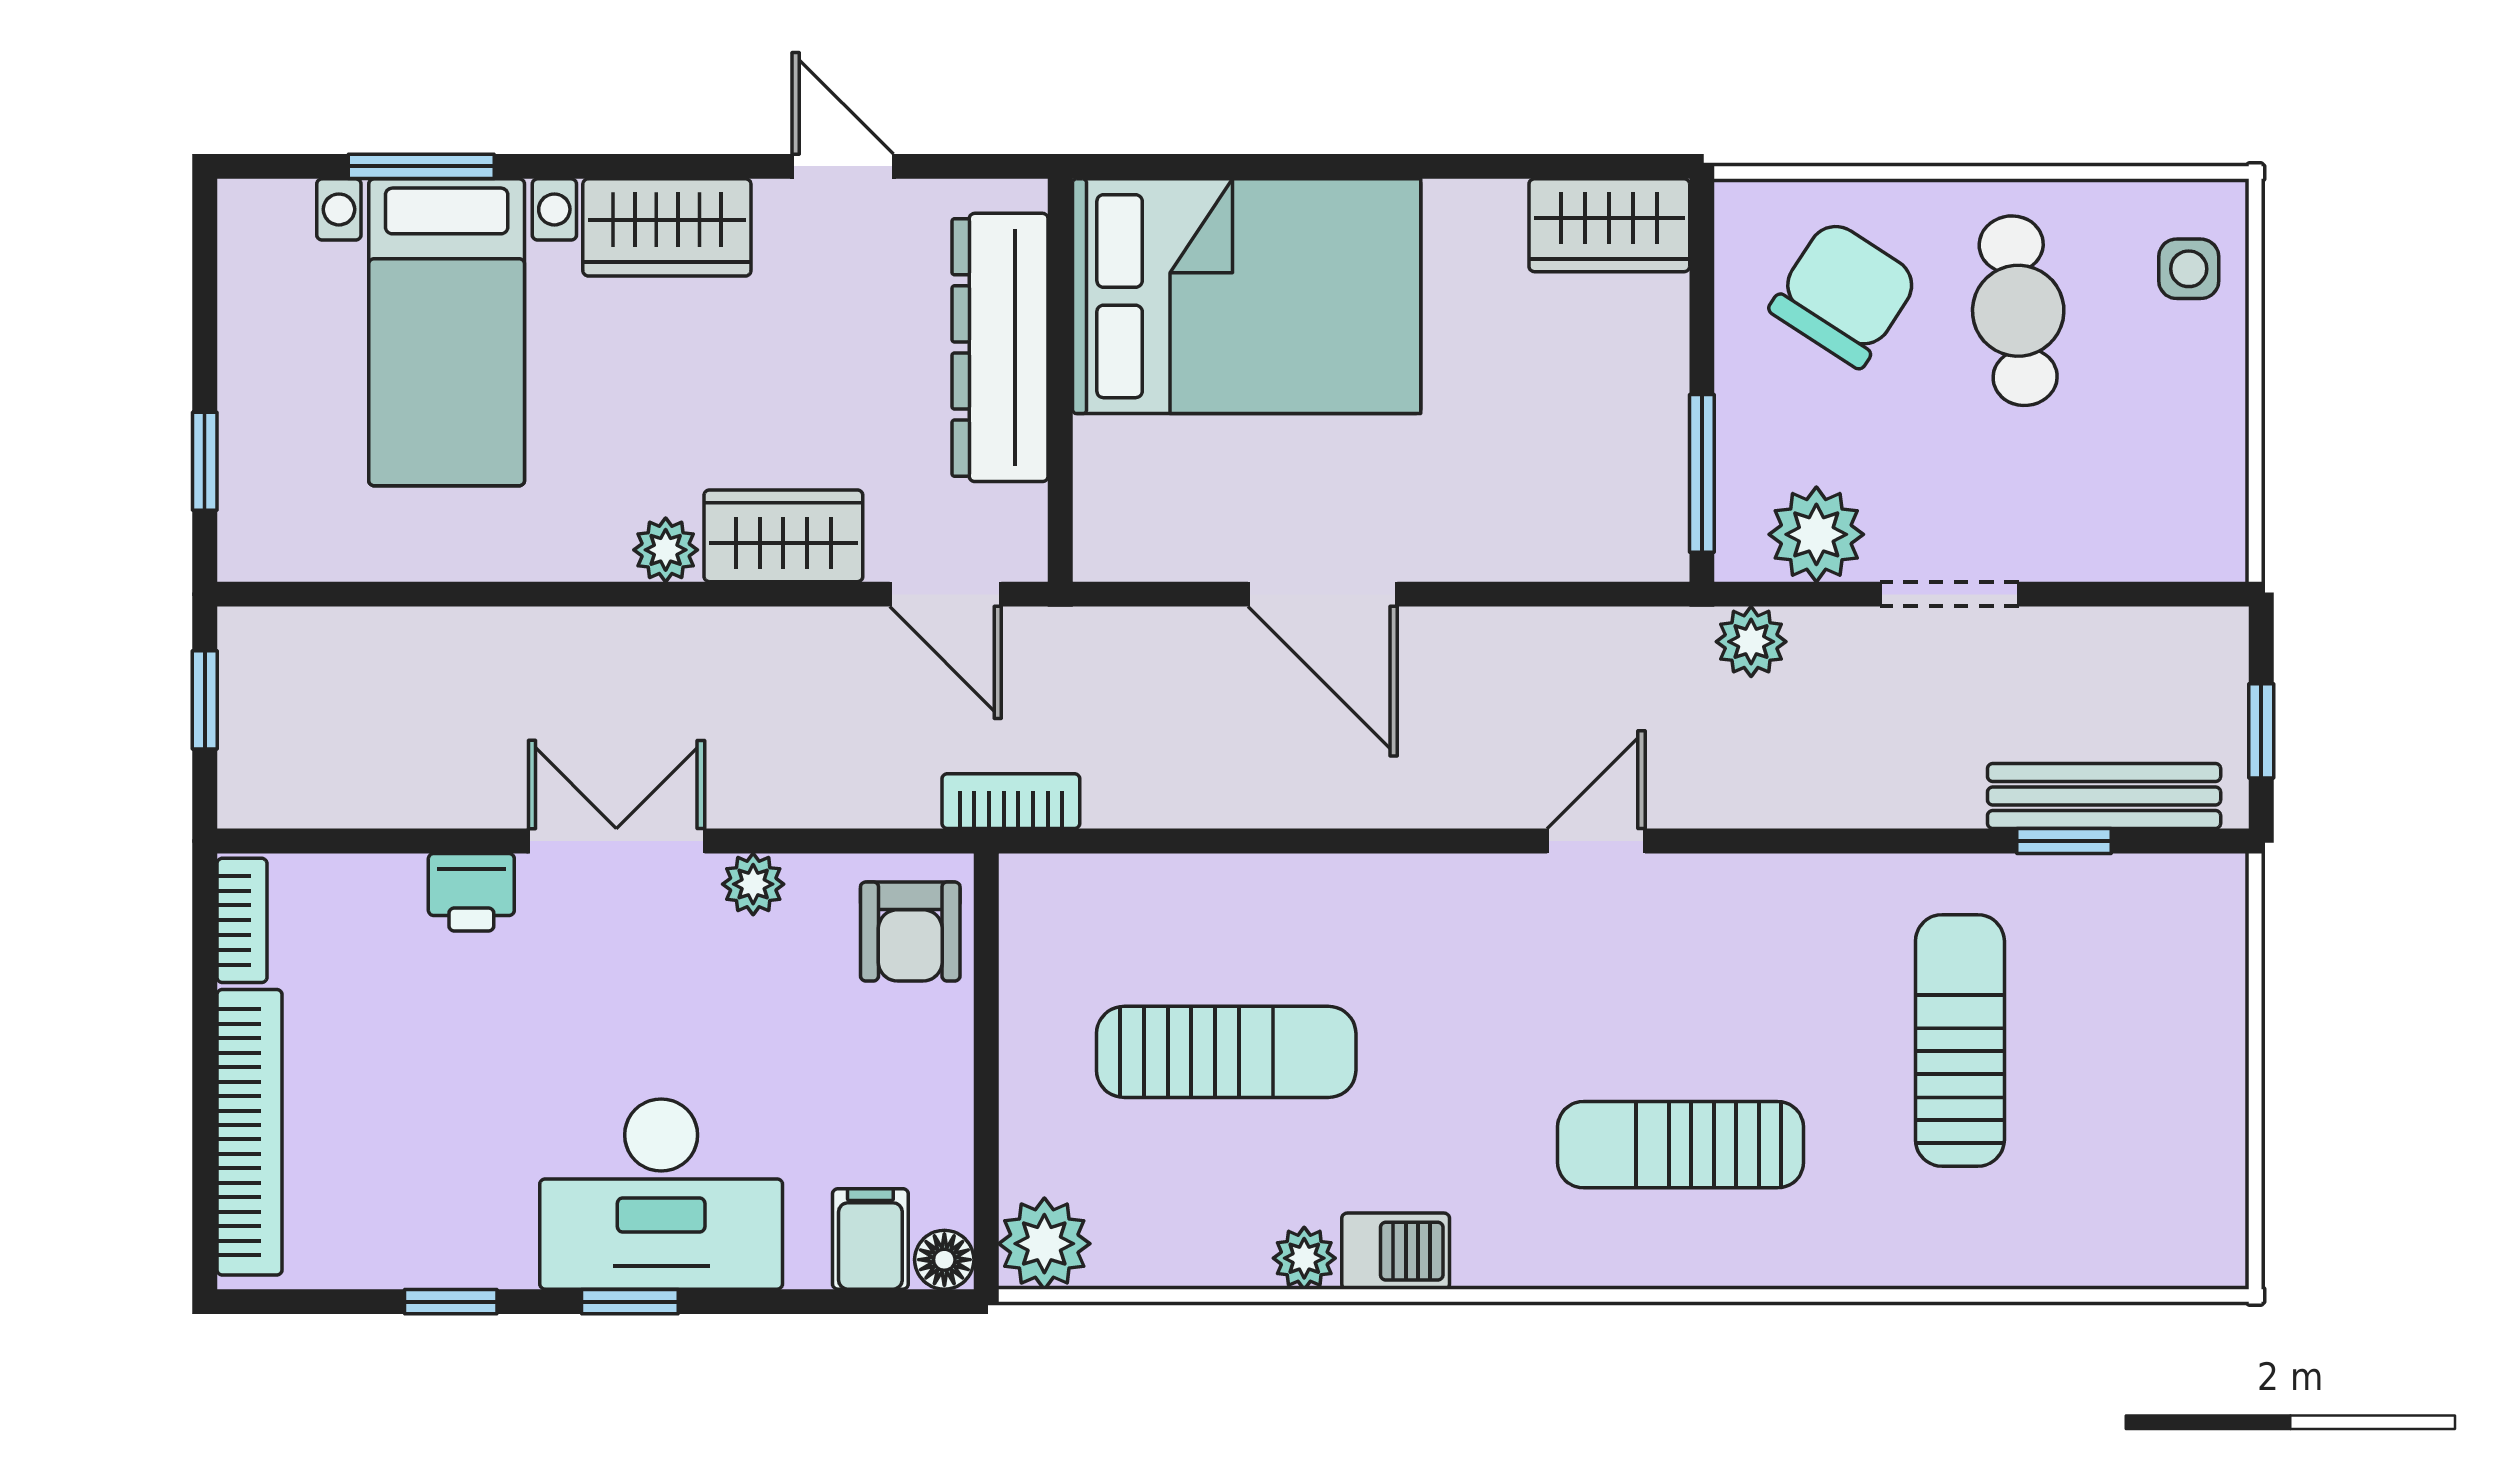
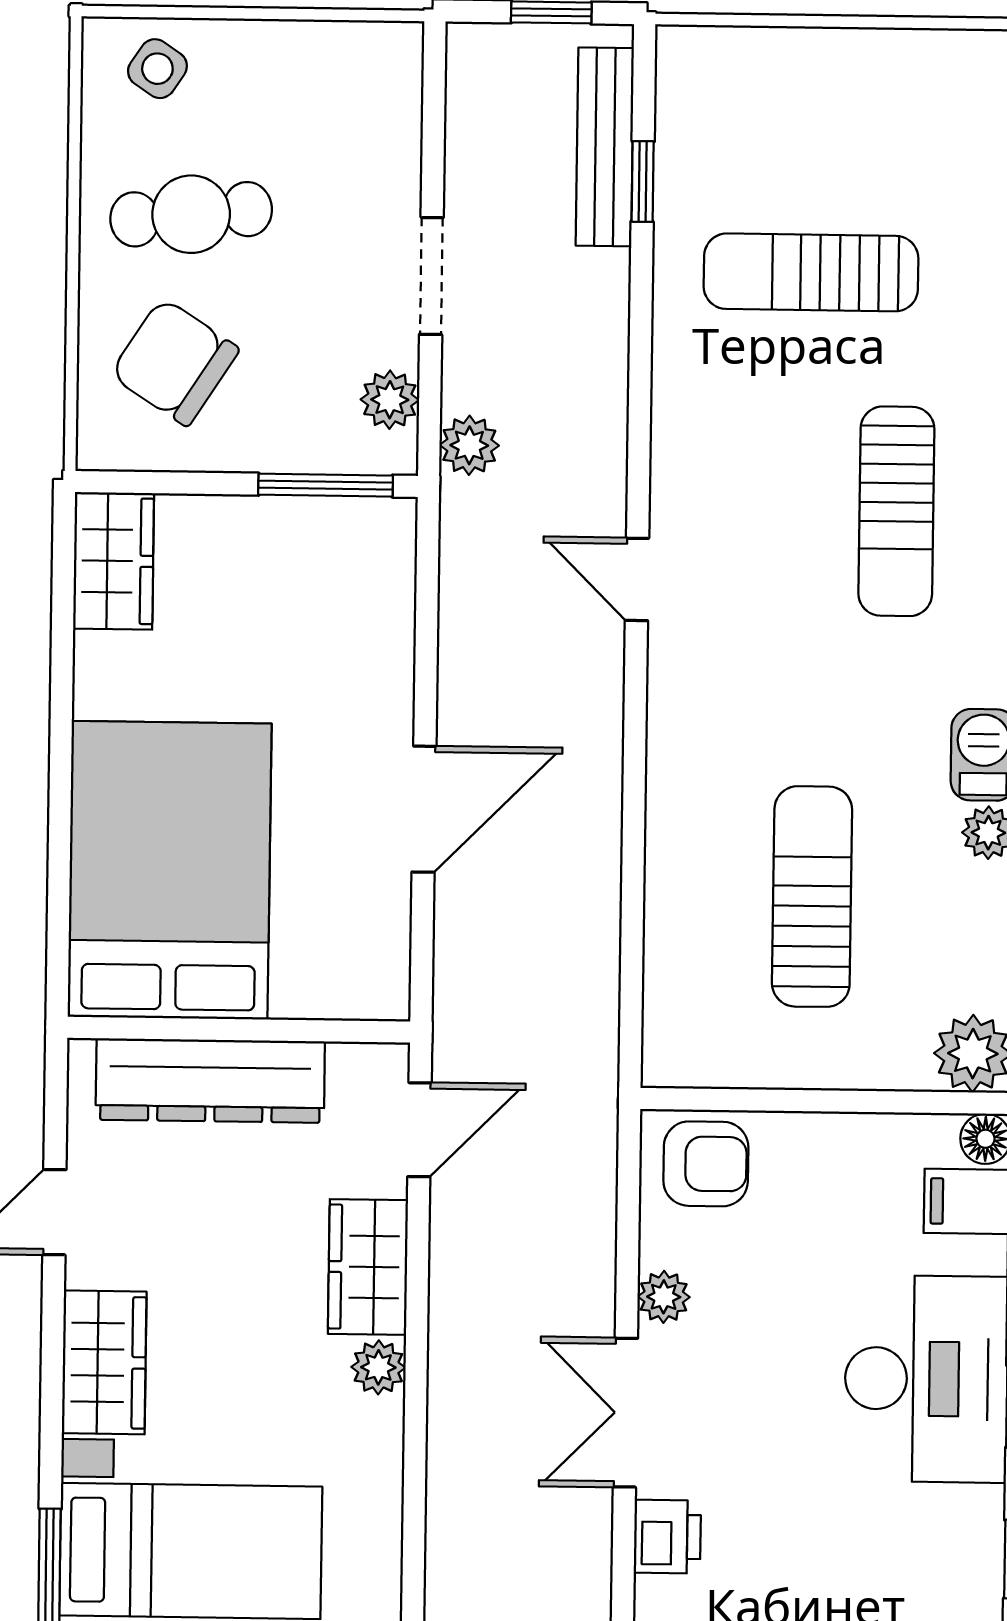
side table: (2189, 269) -> (157, 69), turned 34
plant: (1816, 534) -> (390, 400), width x0.73, depth x0.73
bookcase: (1011, 801) -> (596, 1077), removed

